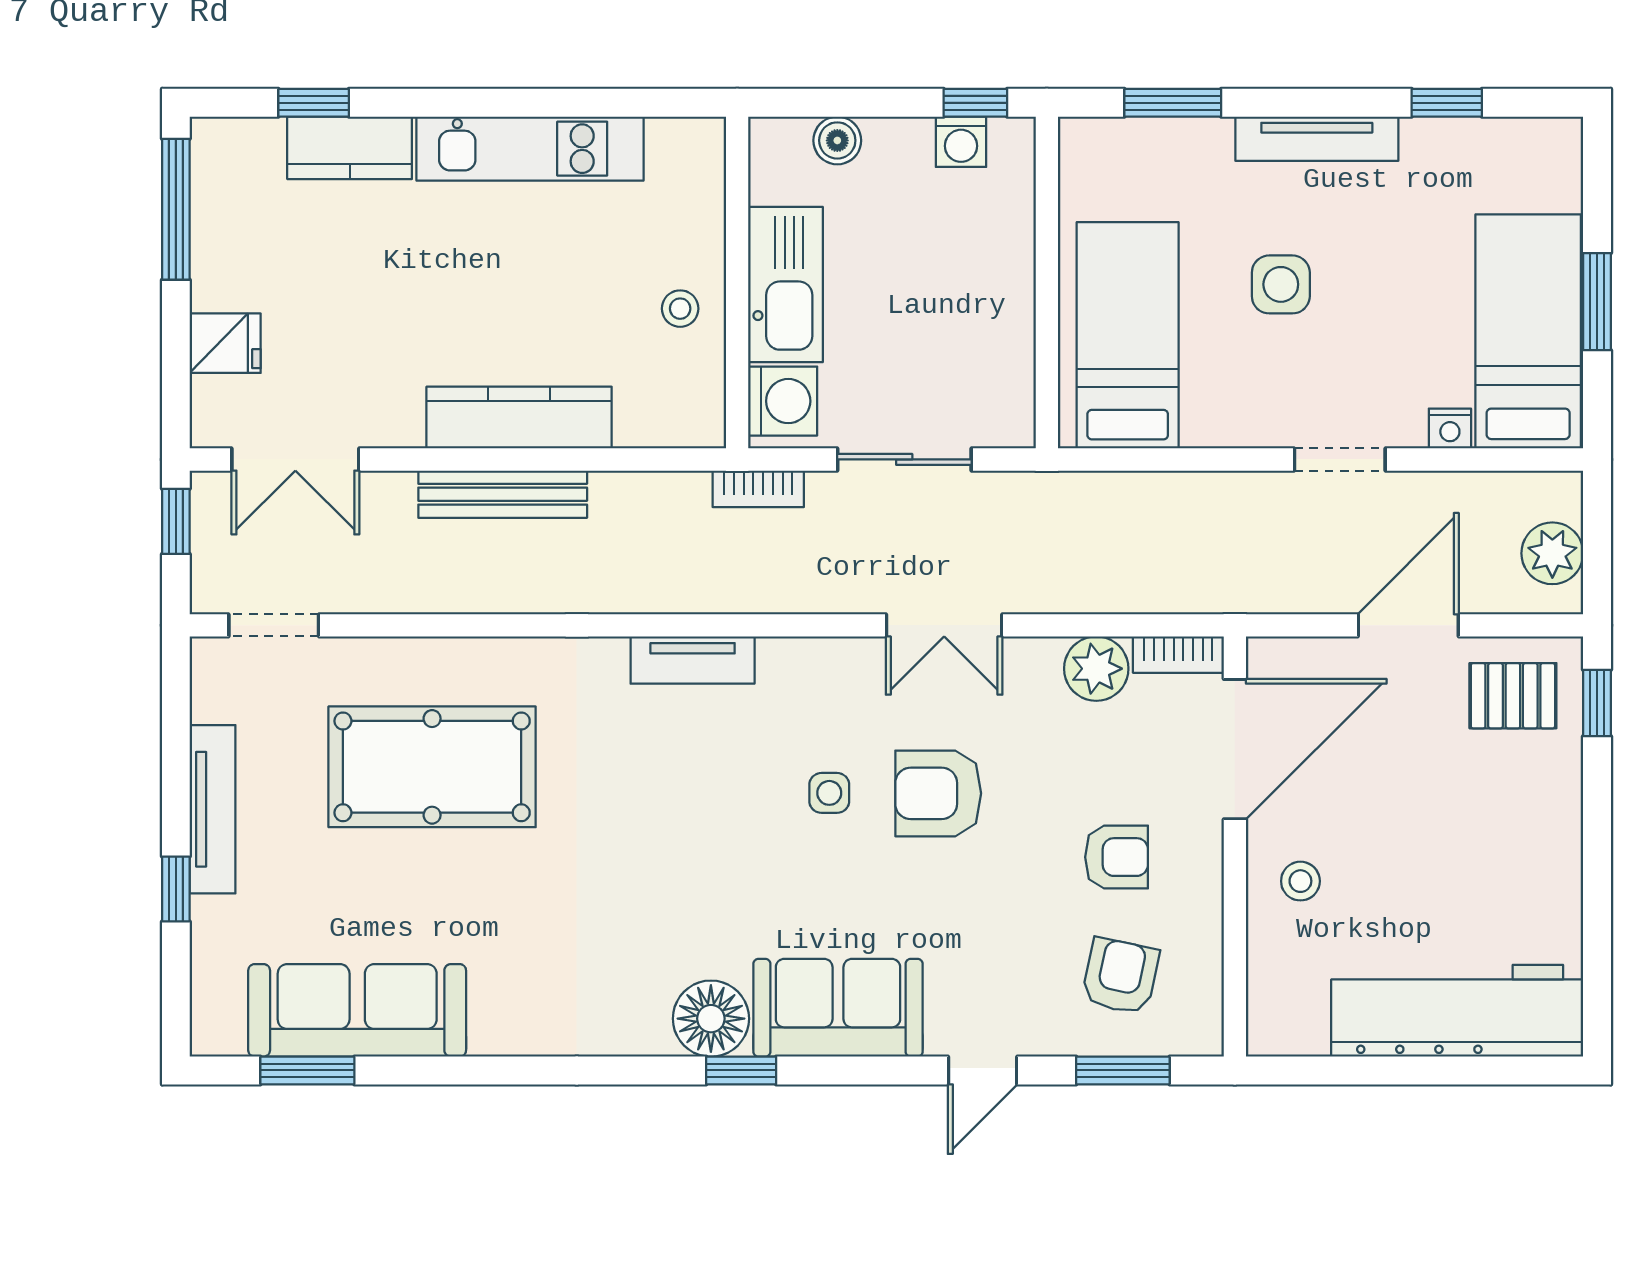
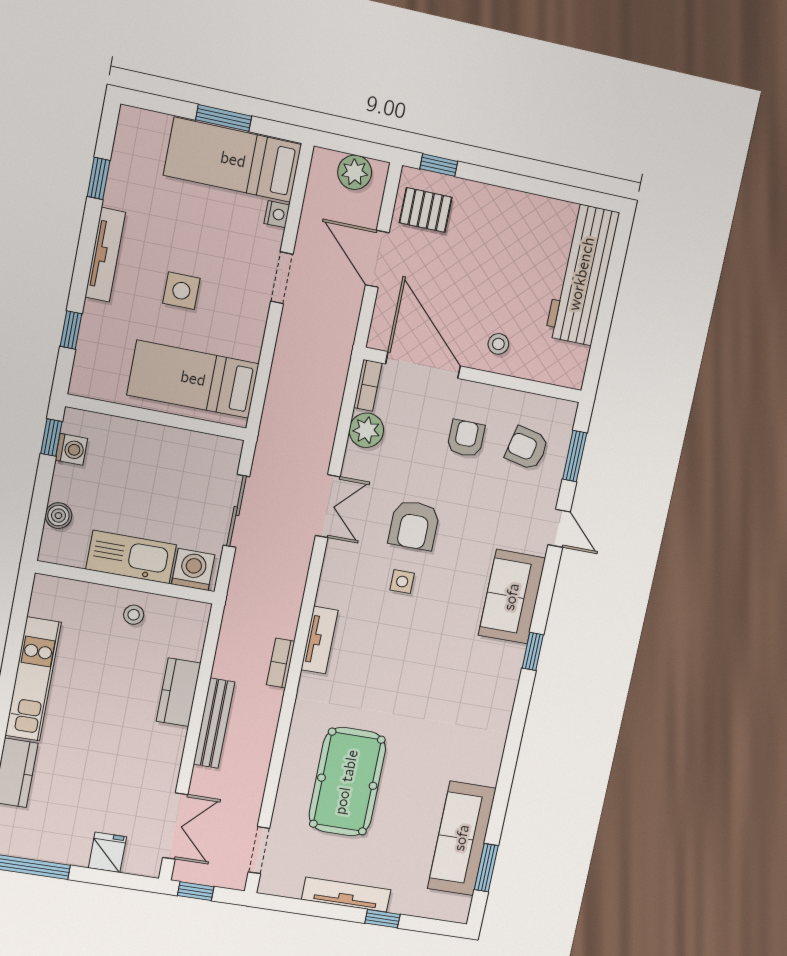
window: (1173, 103) -> (71, 330), width x0.67
kitchen counter: (519, 418) -> (178, 692), width x0.67
bookcase: (758, 489) -> (281, 663), moved, turned 180
pallet: (1513, 696) -> (426, 210), turned 90
floor lamp: (711, 1019) -> (504, 662), removed

